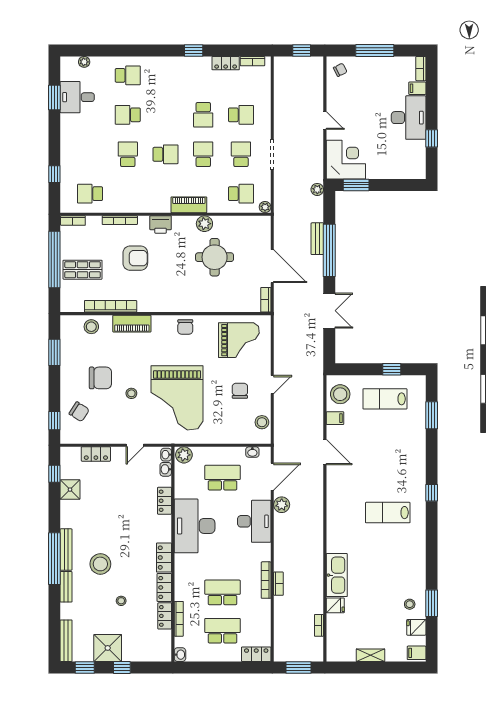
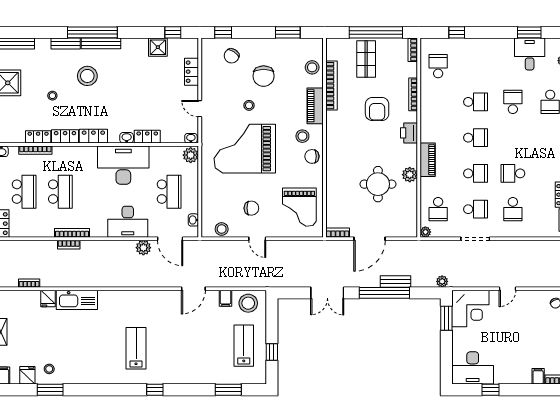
desk: (409, 118) -> (473, 368), moved
school desk: (165, 154) -> (475, 138), turned -90
stool: (164, 337) -> (302, 136), added
washbasin: (166, 469) -> (127, 138), moved

